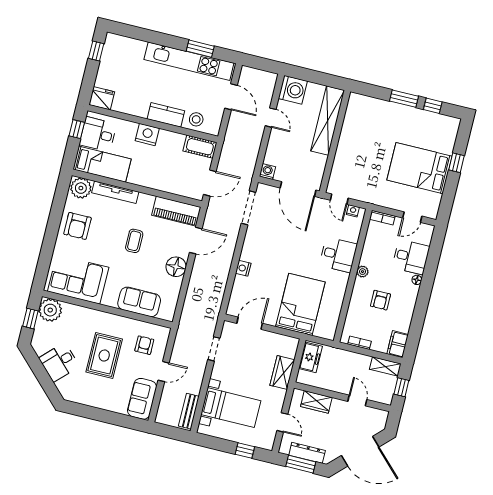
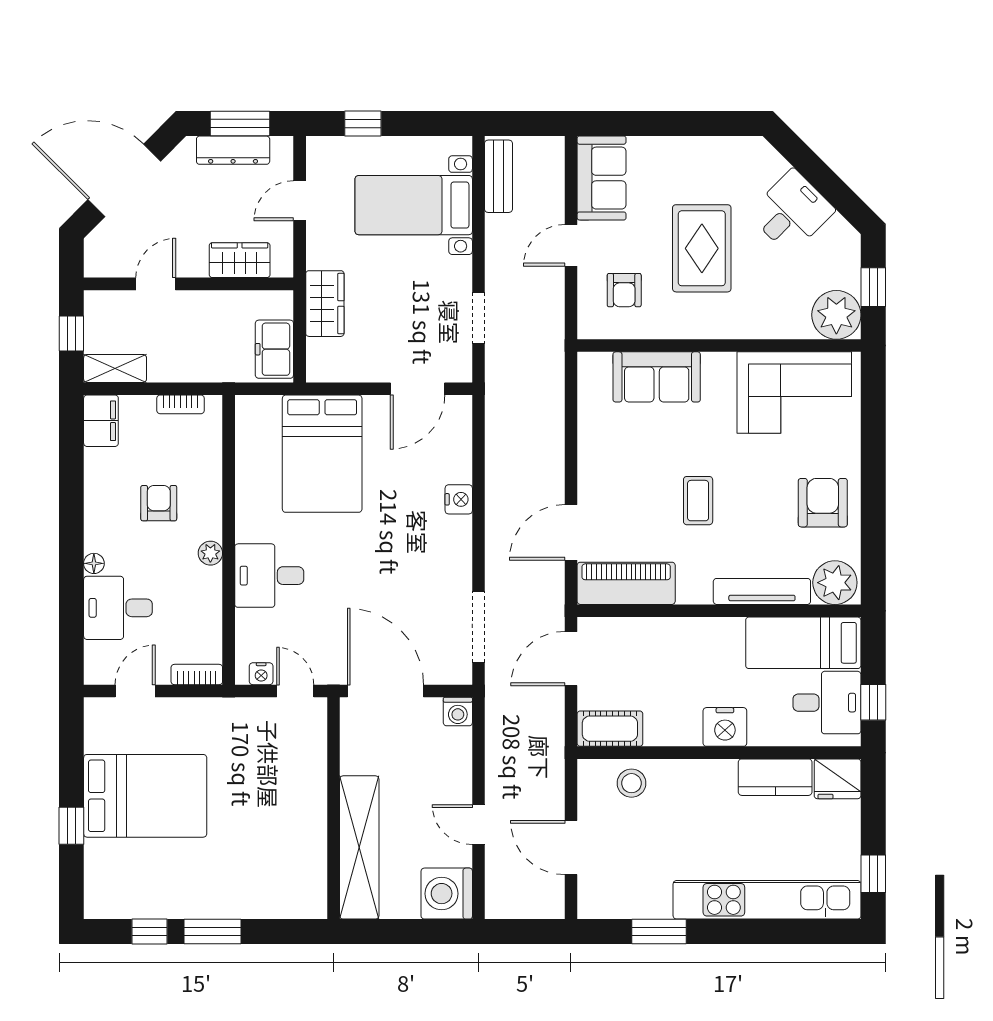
kitchen unit: (189, 61) -> (767, 900), moved
kitchen counter: (166, 115) -> (775, 777), moved
floor lamp: (176, 267) -> (598, 468), removed
door: (357, 400) -> (156, 284), swing flipped
door: (282, 422) -> (300, 201), hinge flipped

